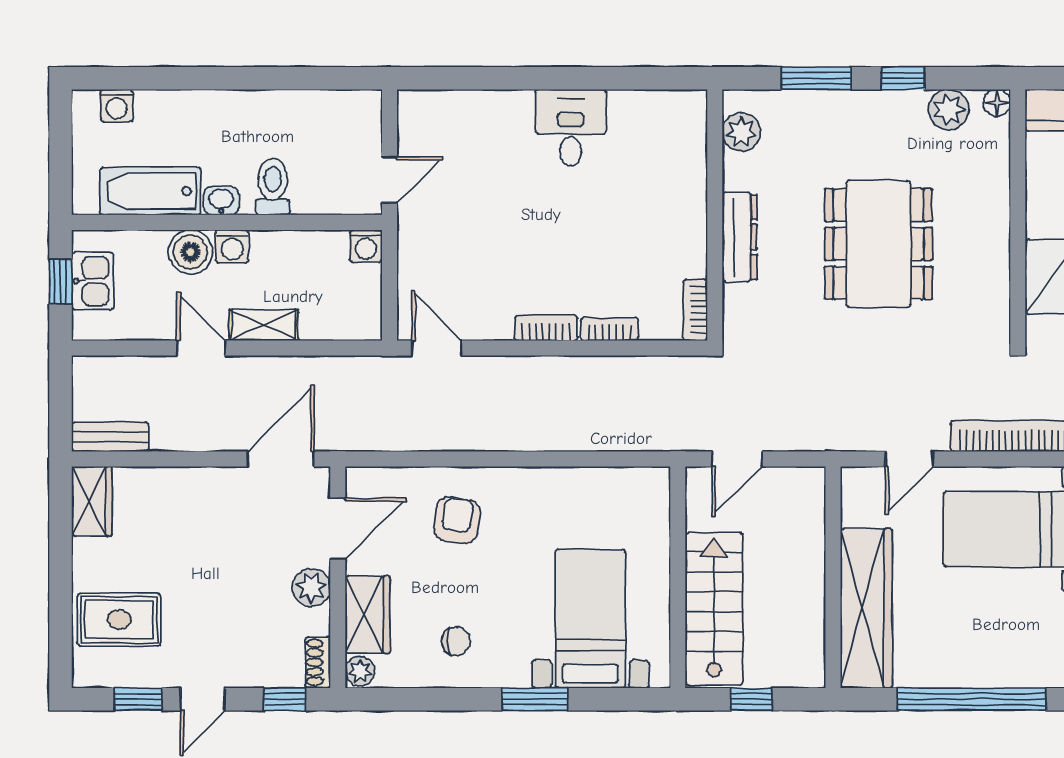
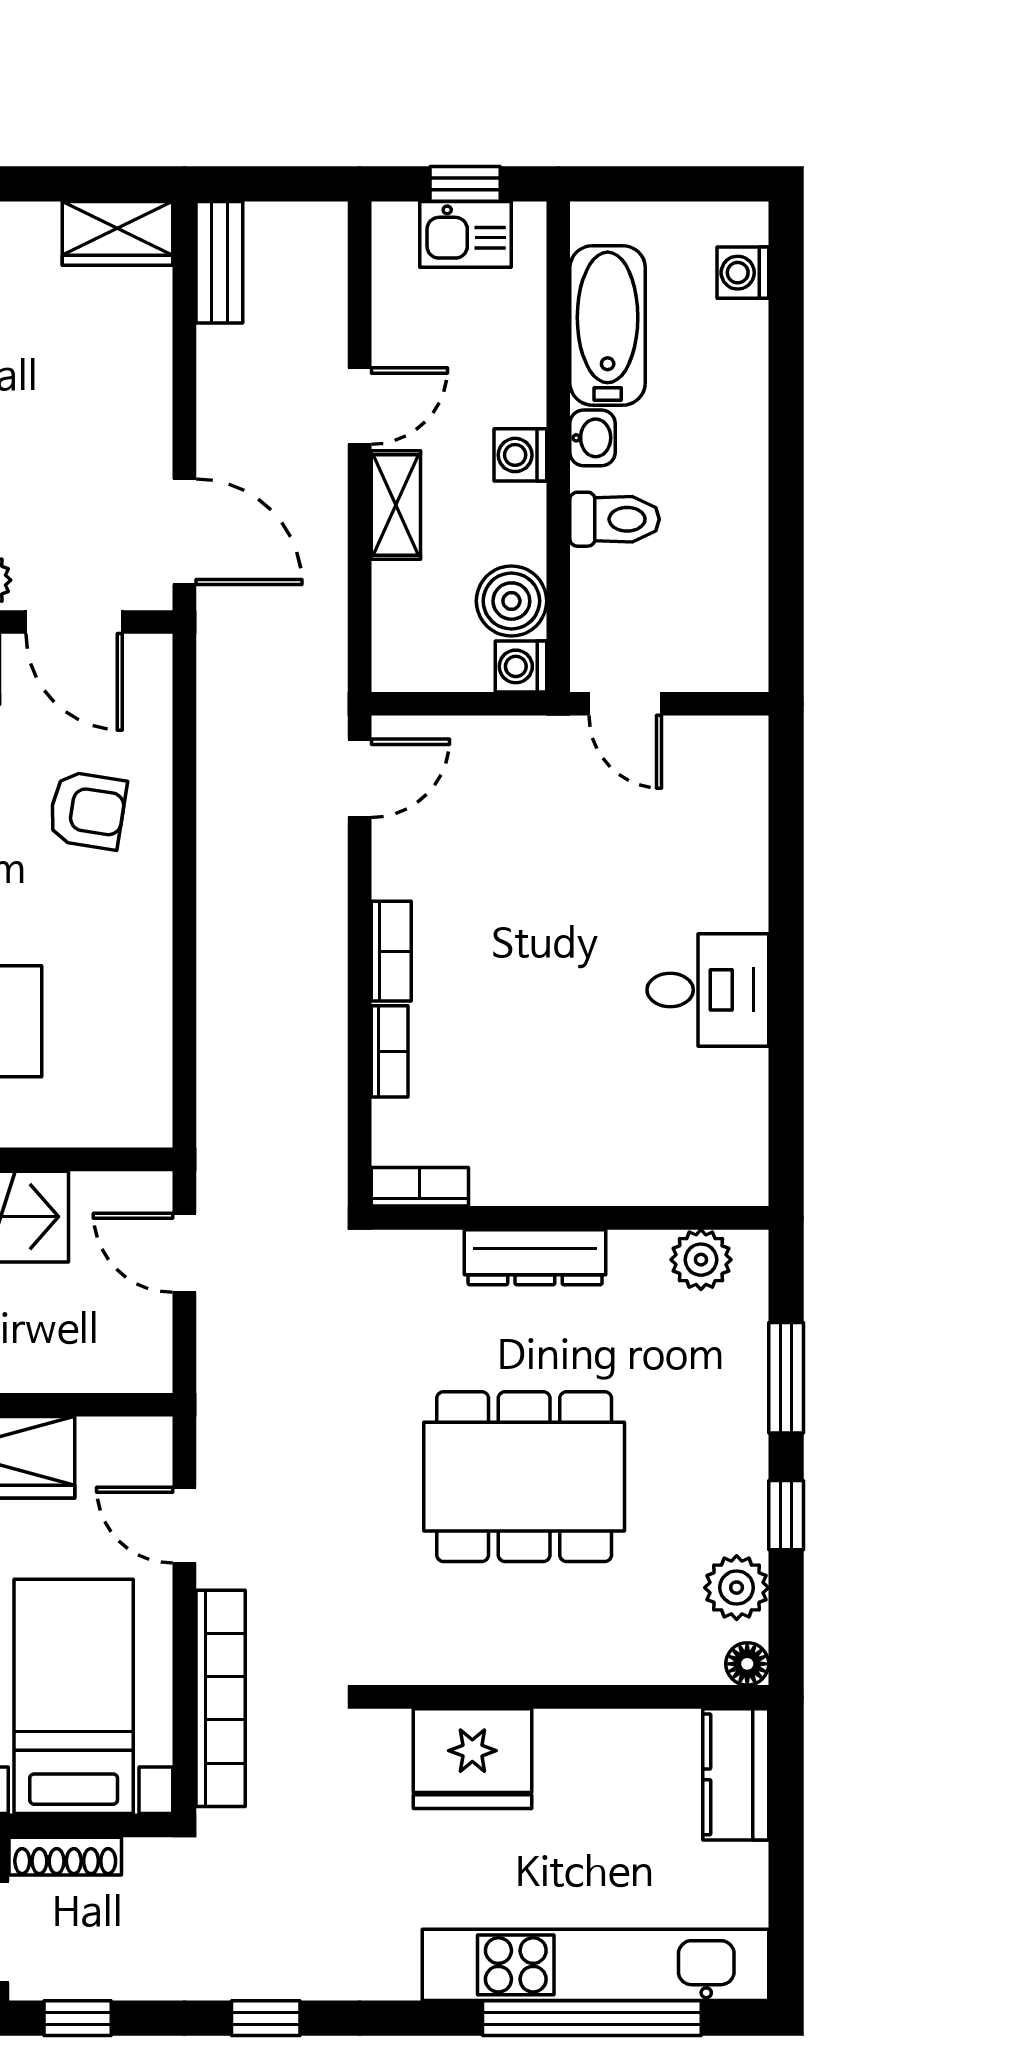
boiler: (190, 252) -> (511, 601), moved

